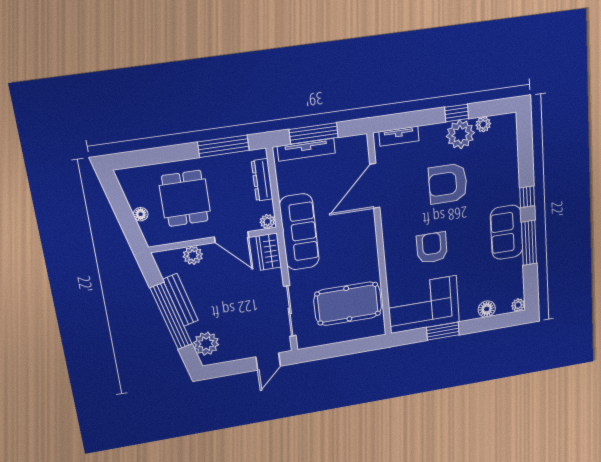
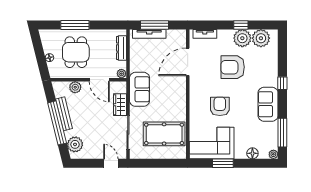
plant: (483, 124) -> (261, 38), width x1.87, depth x1.87
window: (223, 146) -> (75, 25), moved
sofa: (299, 232) -> (140, 89), width x0.73
window: (529, 243) -> (282, 133), moved
wardrobe: (269, 252) -> (120, 105), moved
door: (268, 362) -> (111, 163), swing flipped

